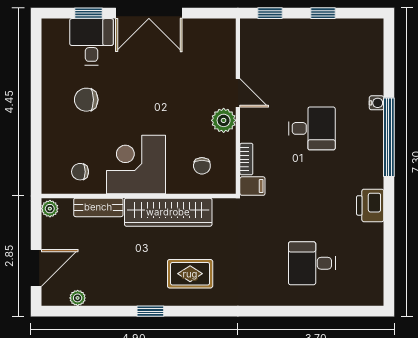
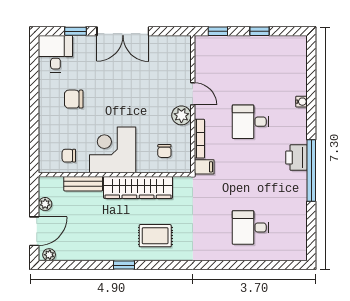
desk: (91, 42) -> (55, 54), moved
desk: (312, 128) -> (251, 122), turned 180
window: (389, 137) -> (311, 170), moved
bookcase: (246, 159) -> (199, 139), width x1.56
printer: (370, 205) -> (296, 158), moved
plant: (50, 209) -> (45, 204), moved
plant: (78, 298) -> (49, 255), moved

